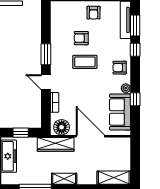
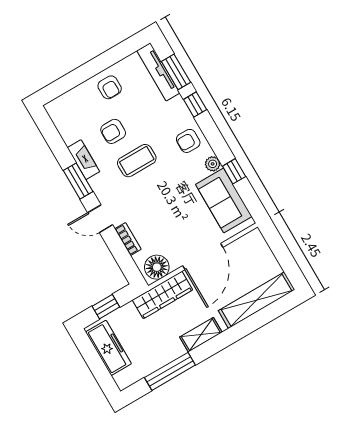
fireplace: (56, 44) -> (83, 160), added
door: (90, 136) -> (203, 256), swing flipped
shelving: (114, 178) -> (256, 300), width x1.47

